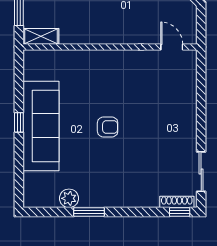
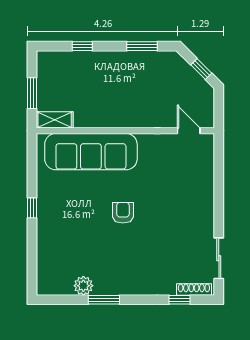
sofa: (41, 126) -> (91, 152), moved, turned 90
armchair: (108, 127) -> (123, 213), turned -90
window: (180, 212) -> (180, 300), moved

